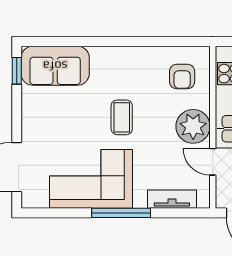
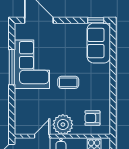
tv unit: (172, 199) -> (20, 112), removed
window: (121, 213) -> (12, 67), moved

